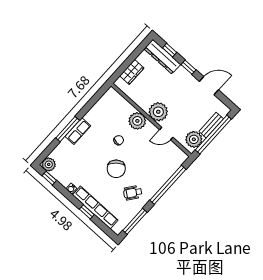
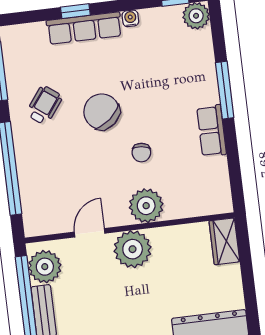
wardrobe: (132, 72) -> (224, 241), moved
row of seats: (78, 131) -> (212, 131), moved
row of seats: (95, 207) -> (84, 28), width x0.73

